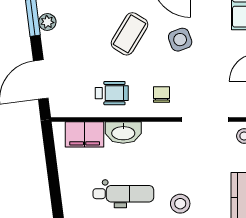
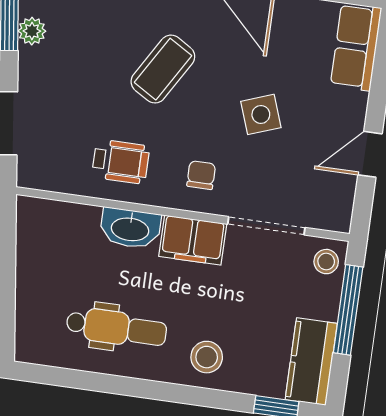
side table: (180, 40) -> (261, 114), moved
filing cabinet: (85, 134) -> (193, 240), moved

